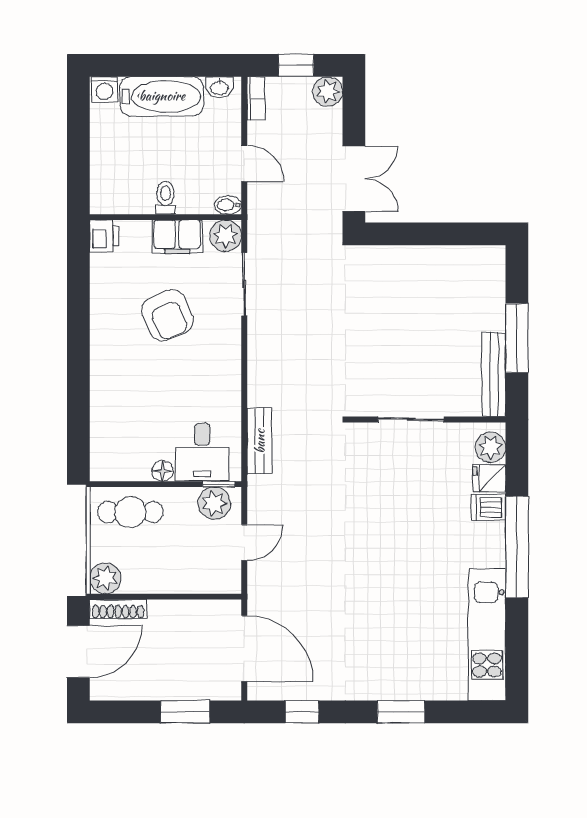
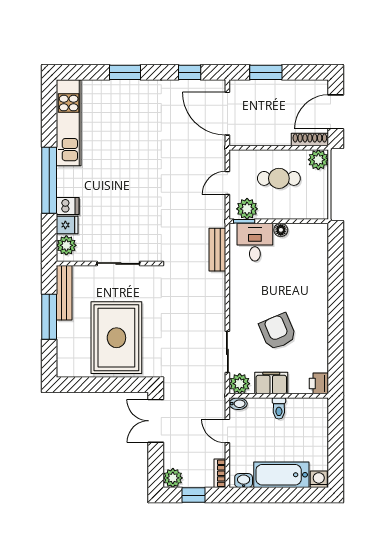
rug: (414, 306) -> (116, 338), added
cafe table: (130, 512) -> (279, 178), moved

